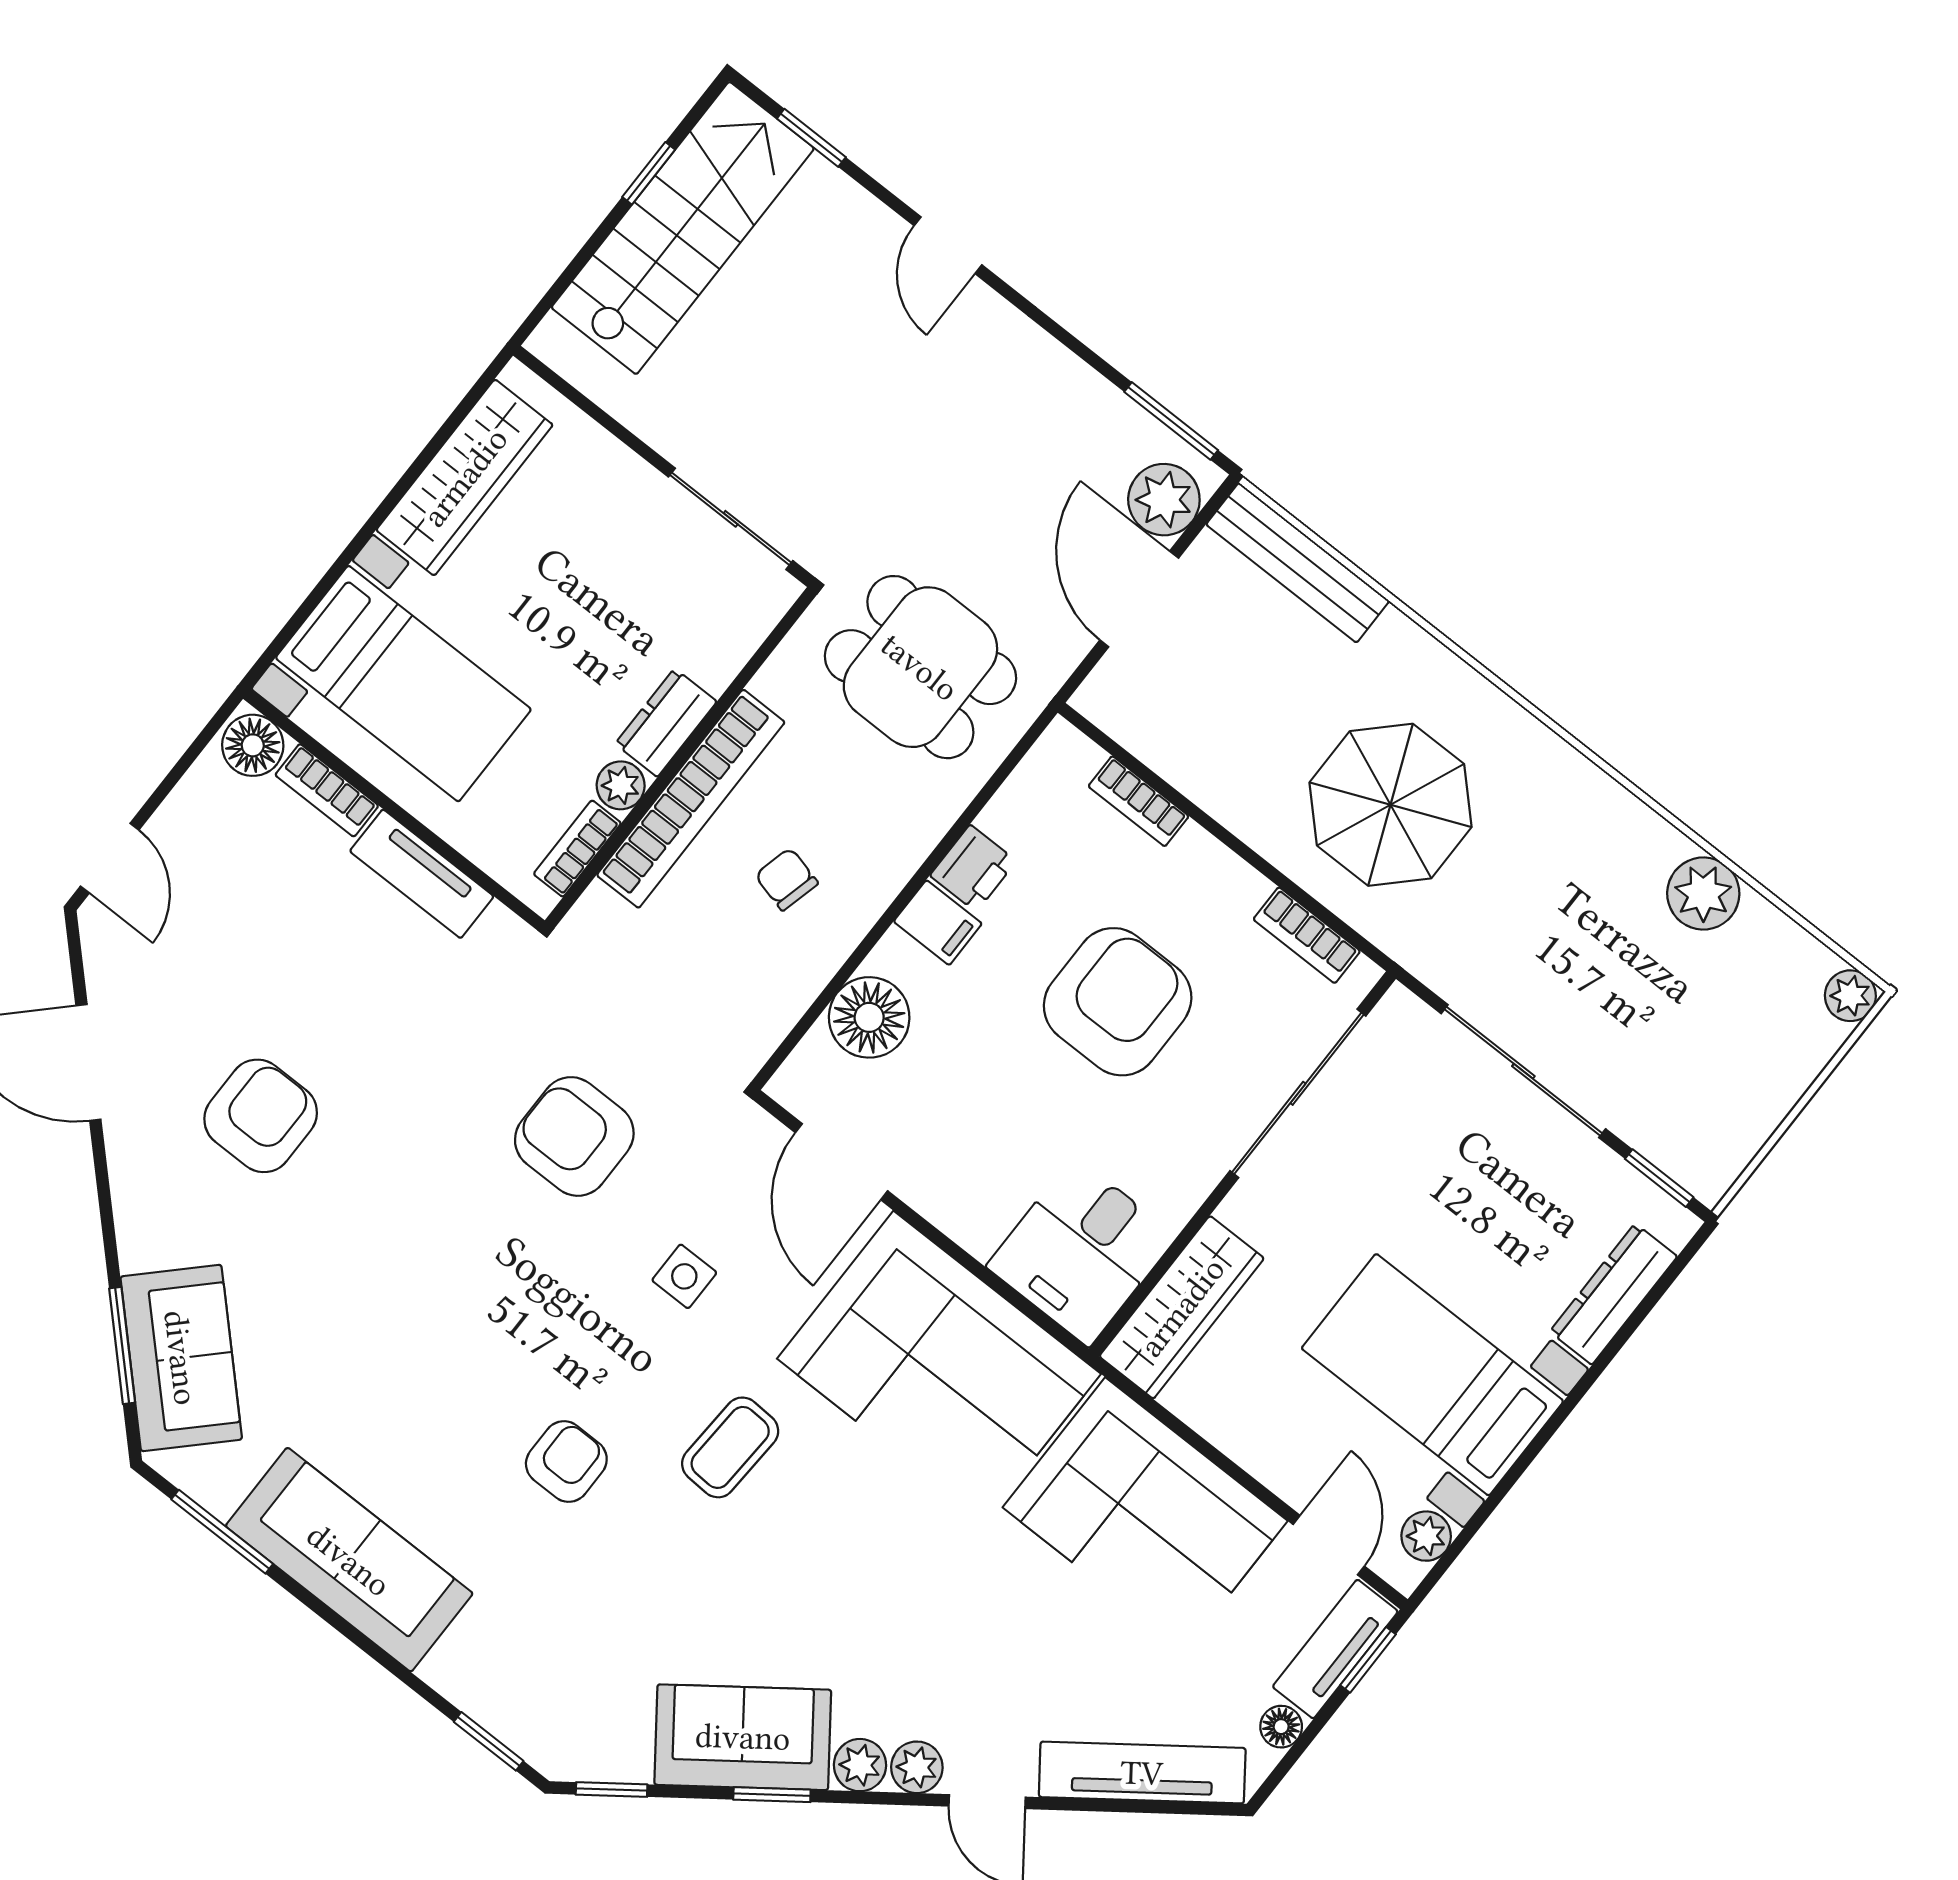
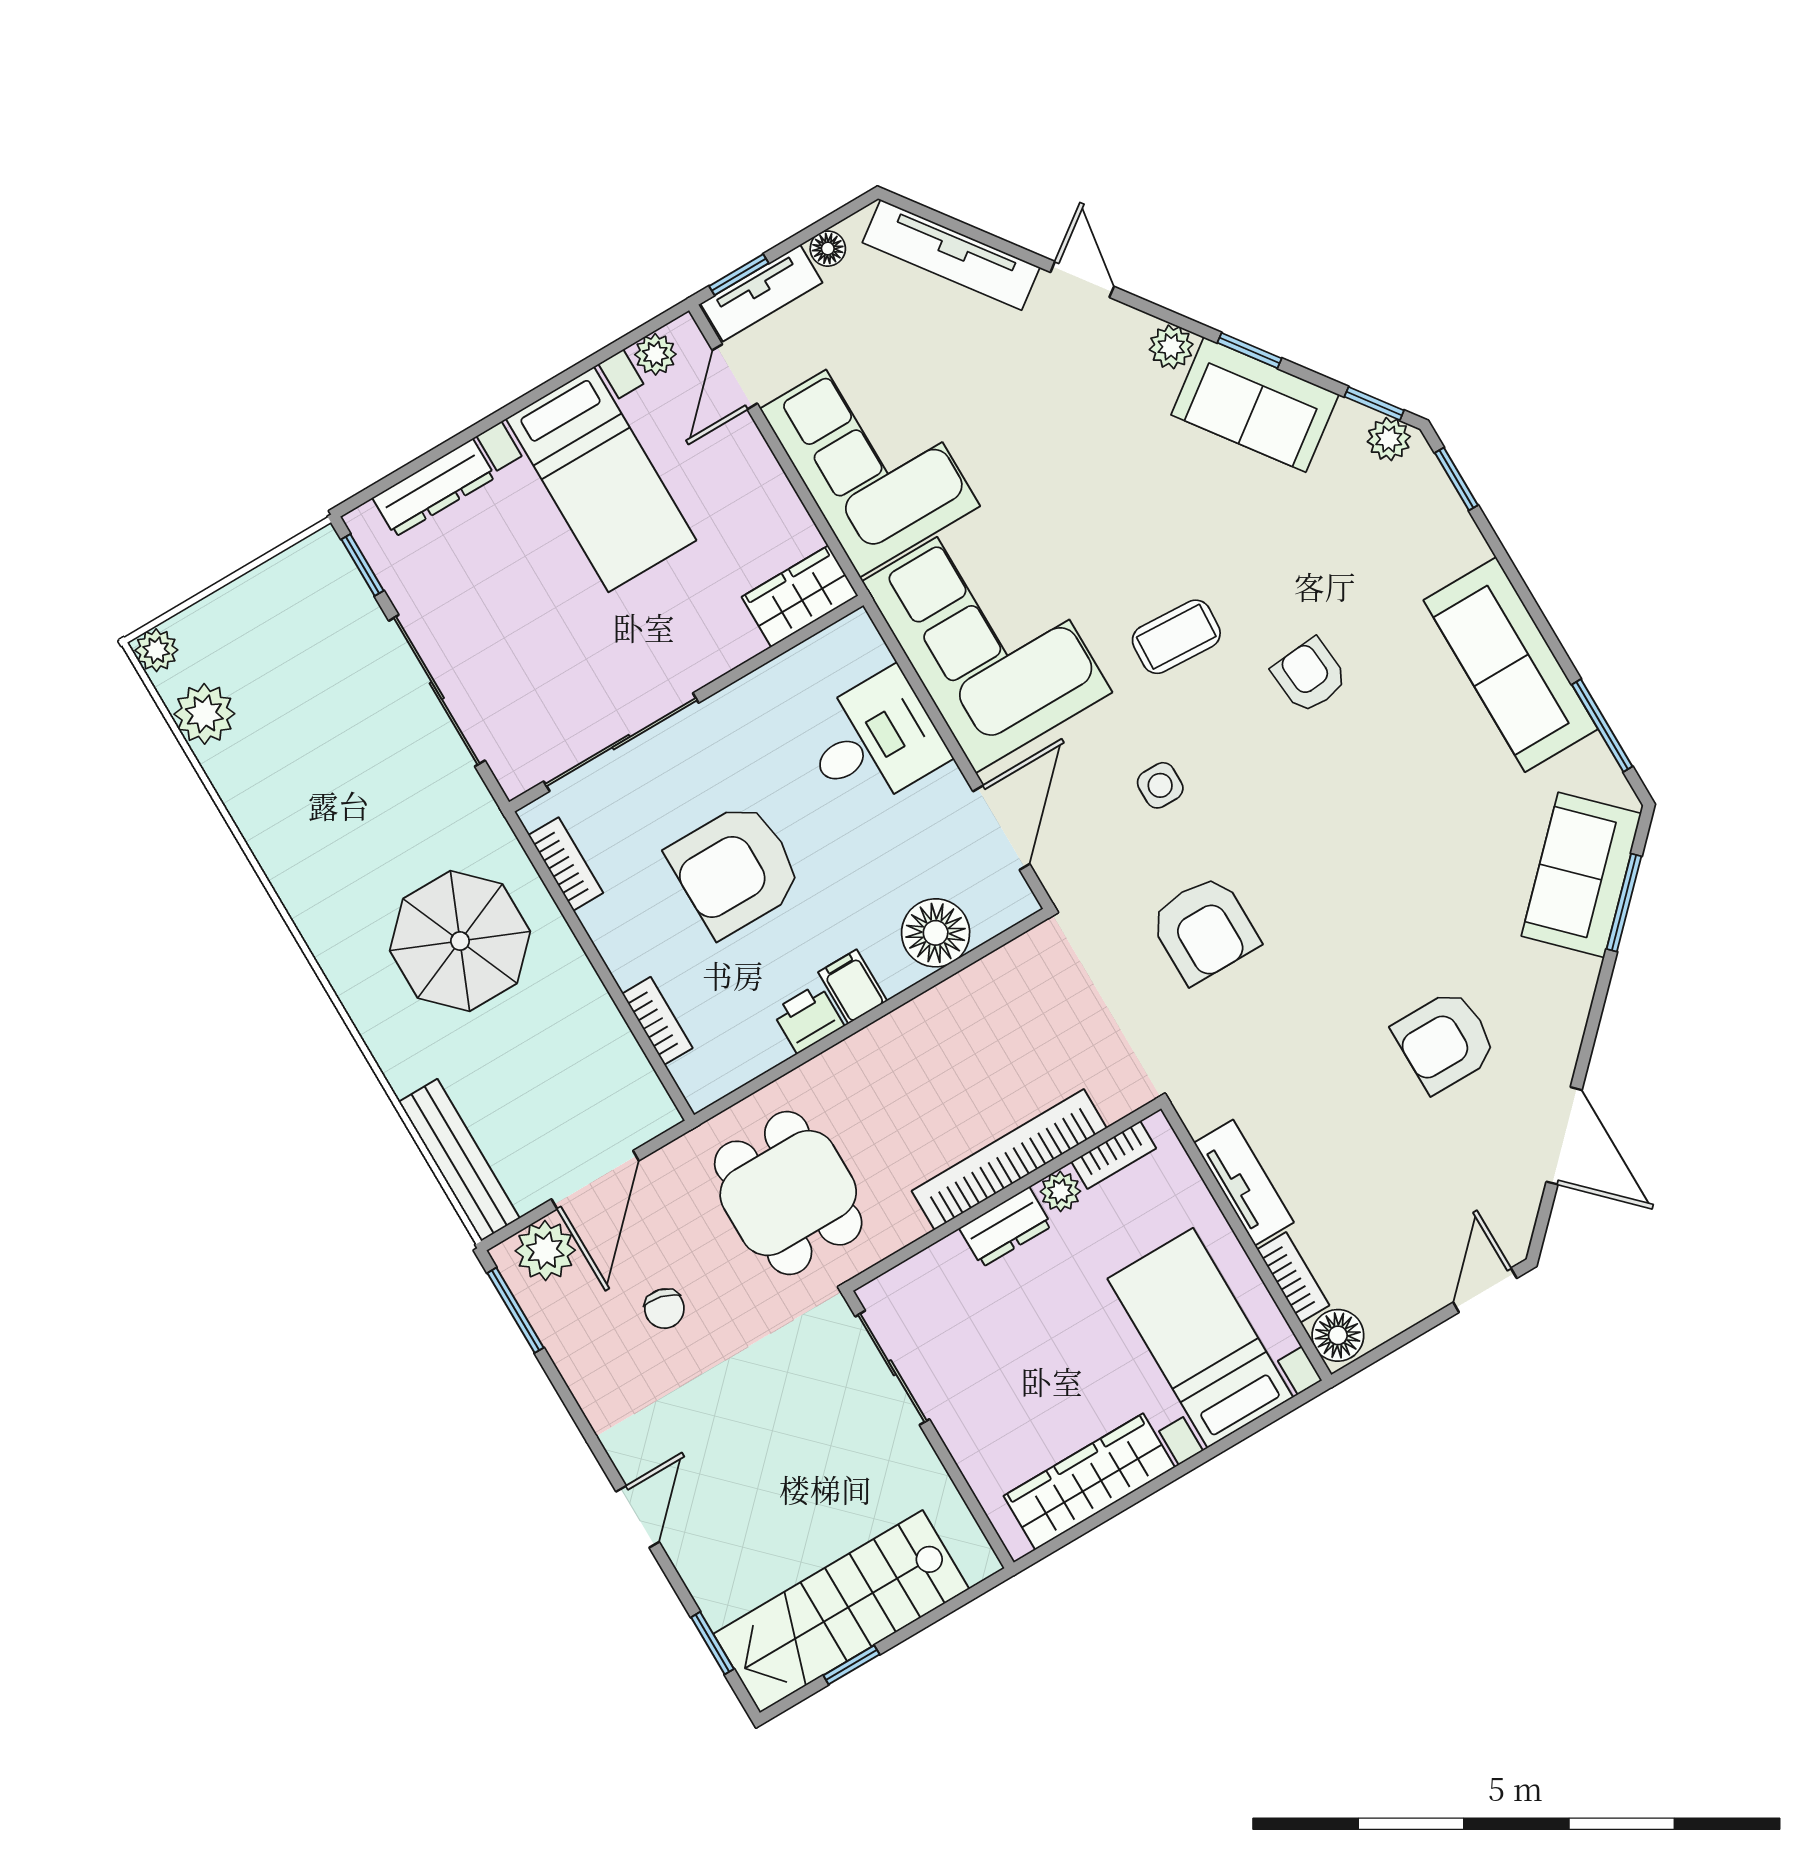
chair: (786, 879) -> (664, 1309), moved
plant: (1703, 894) -> (204, 714), moved
desk: (1081, 1251) -> (874, 741), moved
wardrobe: (1182, 1307) -> (800, 596), width x0.67
armchair: (566, 1461) -> (1310, 676), turned 85
plant: (917, 1767) -> (1389, 439), moved

